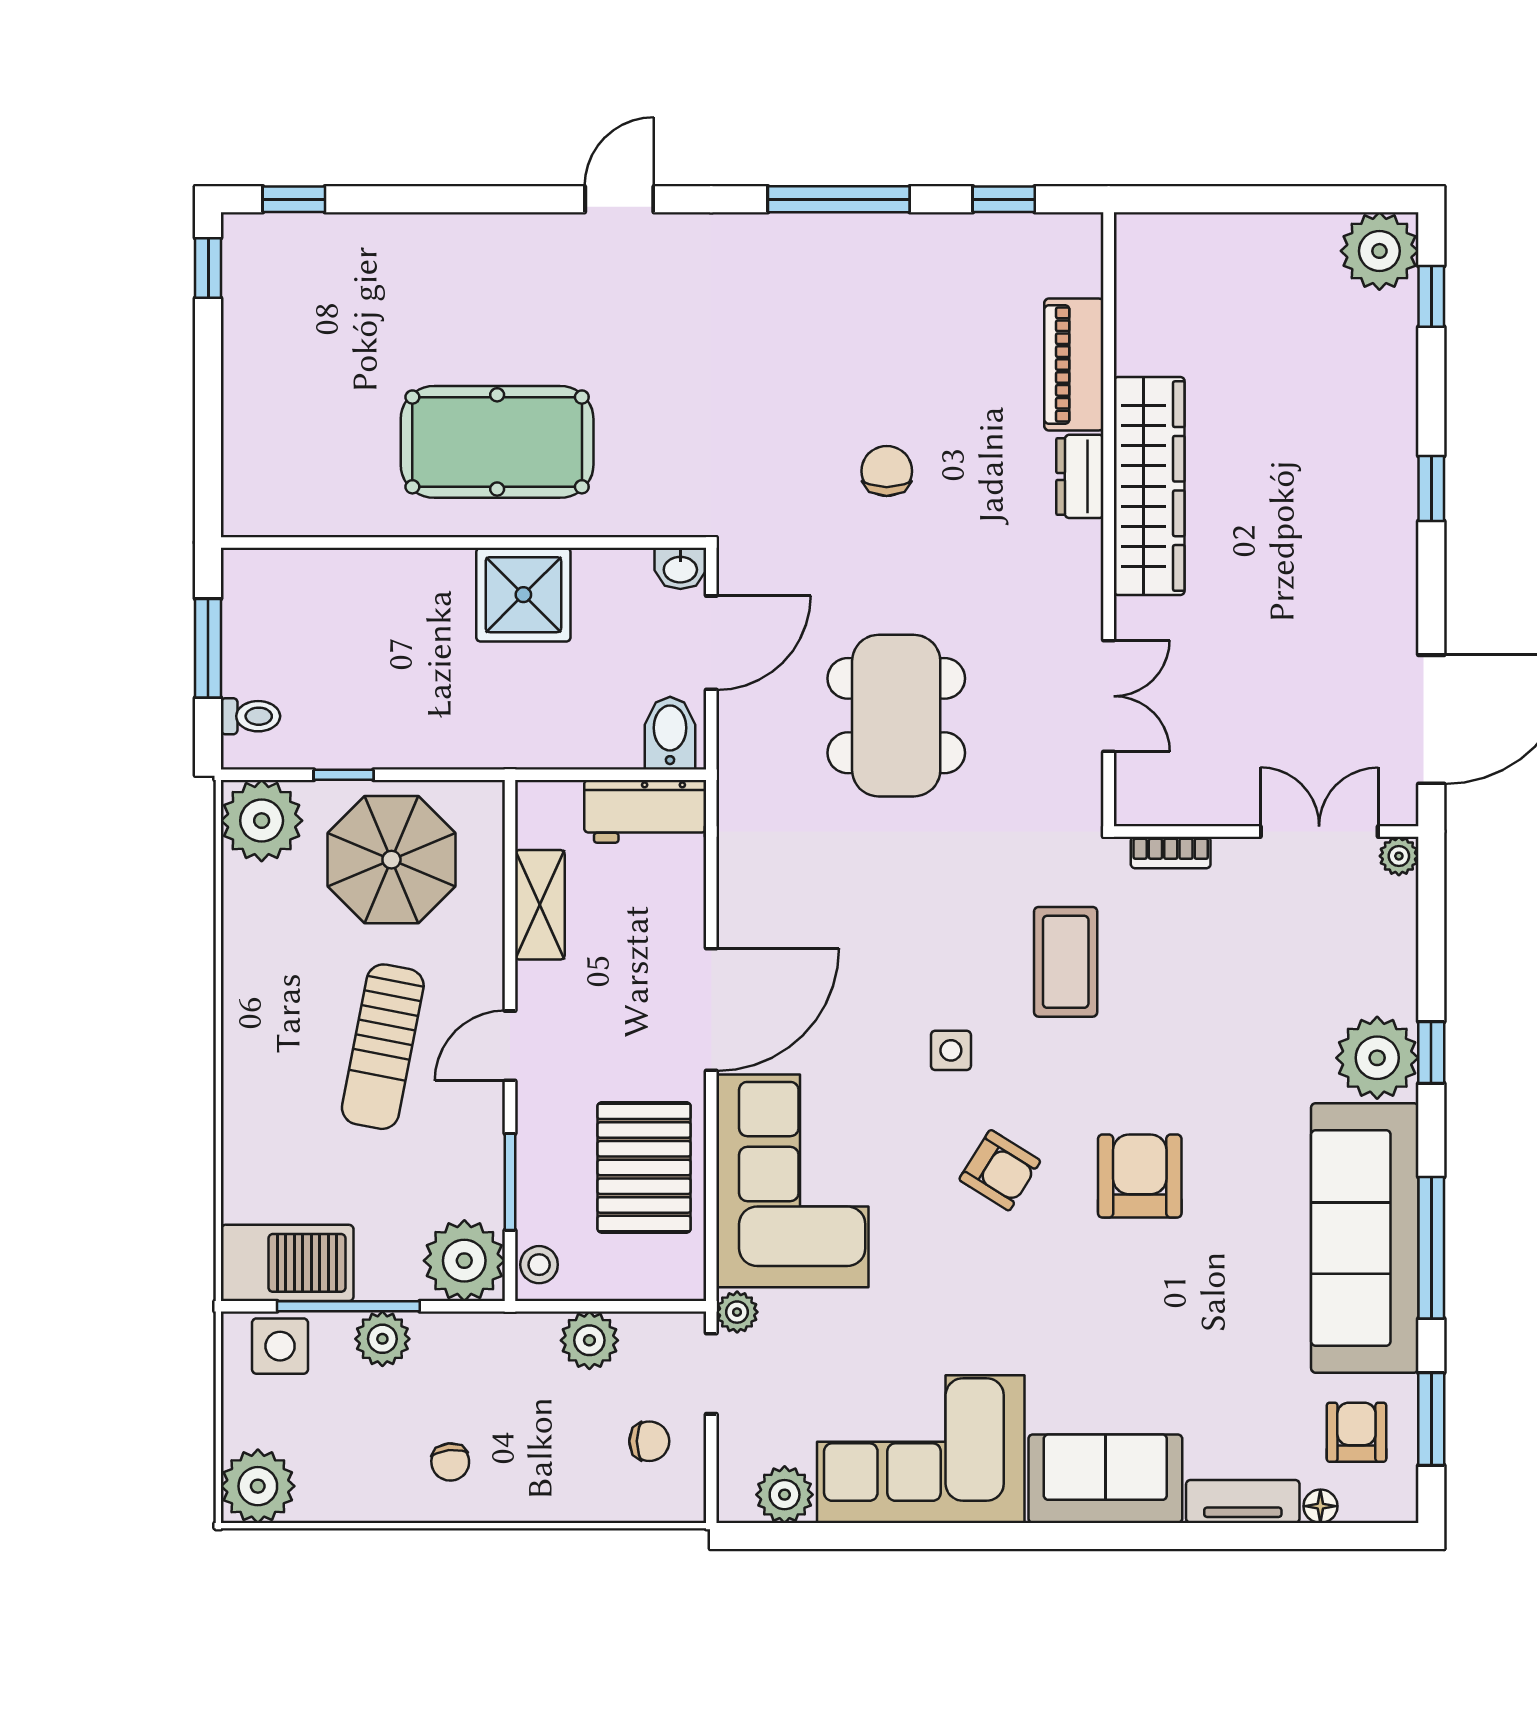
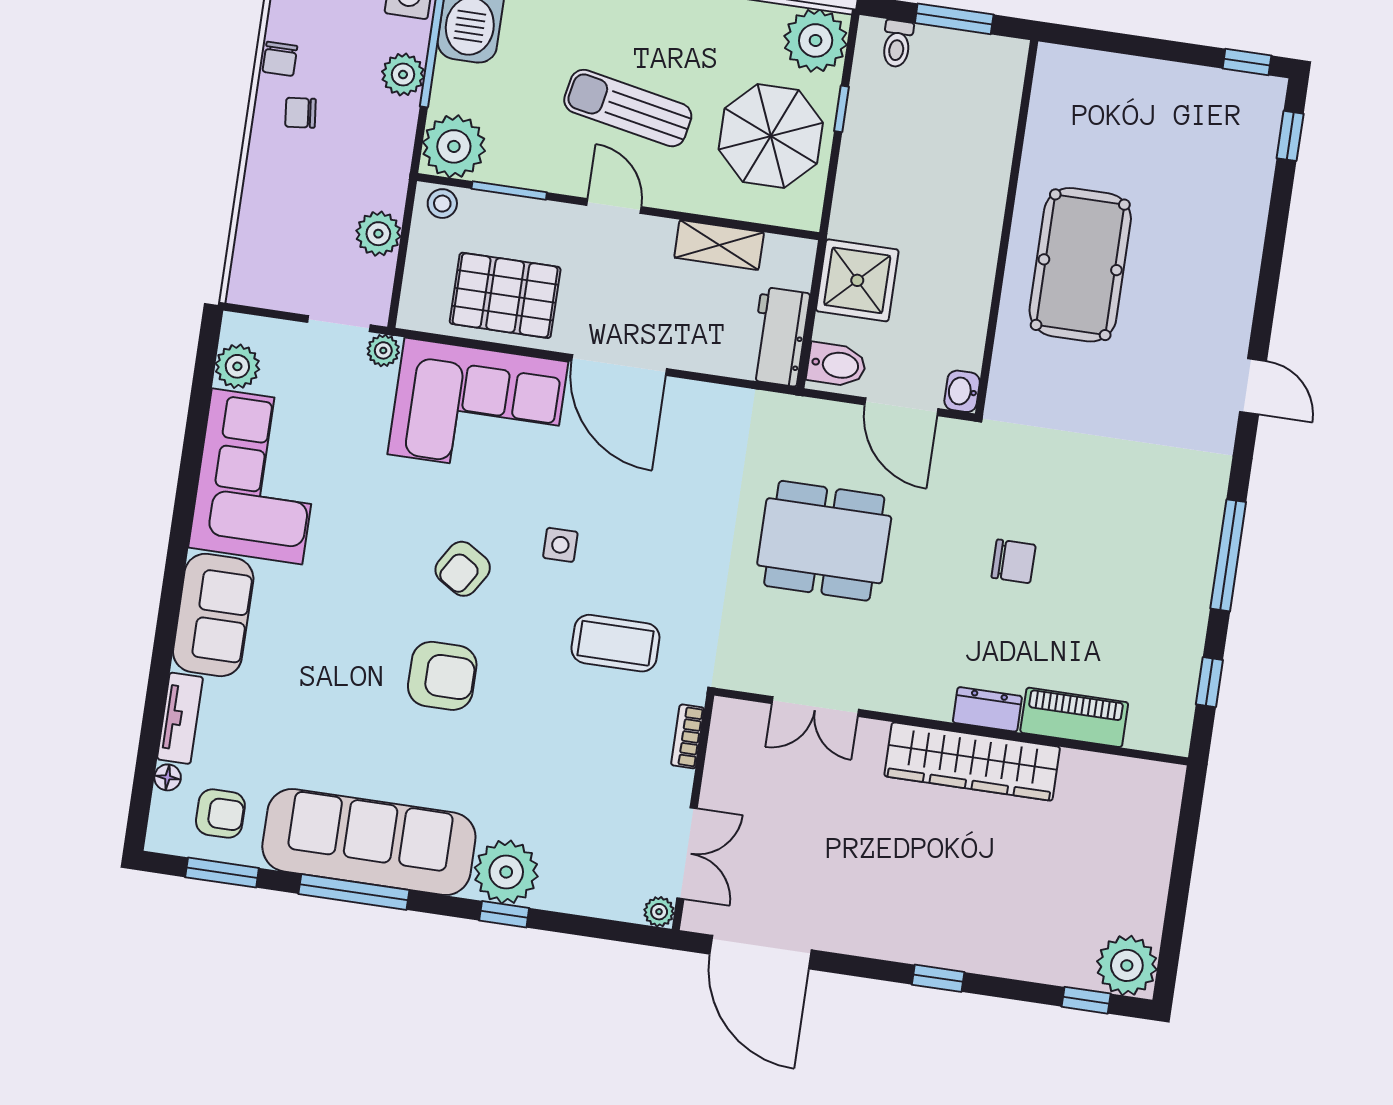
shower: (523, 595) -> (857, 280), moved
chair: (649, 1441) -> (280, 59), moved

